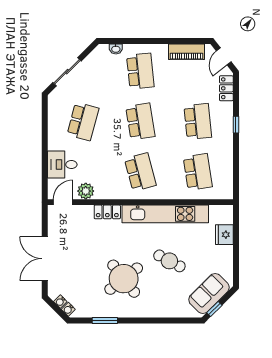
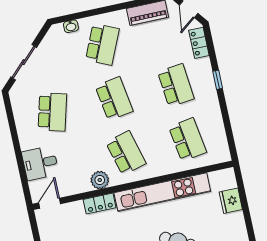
school desk: (140, 71) -> (102, 44), turned 30
plant: (86, 191) -> (100, 180), moved

